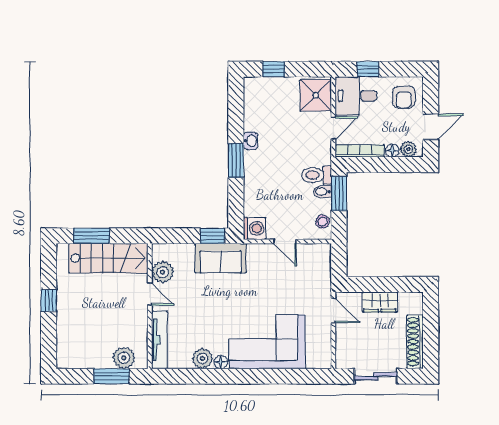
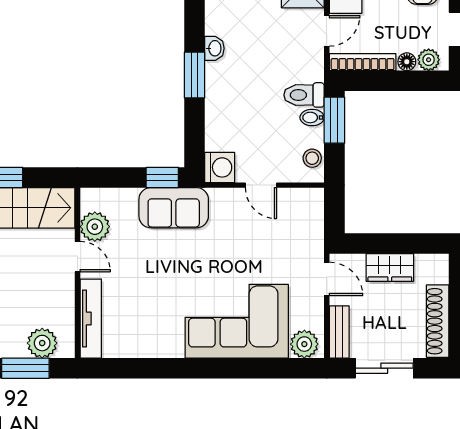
bench: (343, 350) -> (339, 332), added
plant: (203, 358) -> (304, 344), moved
floor lamp: (221, 362) -> (174, 349), removed

